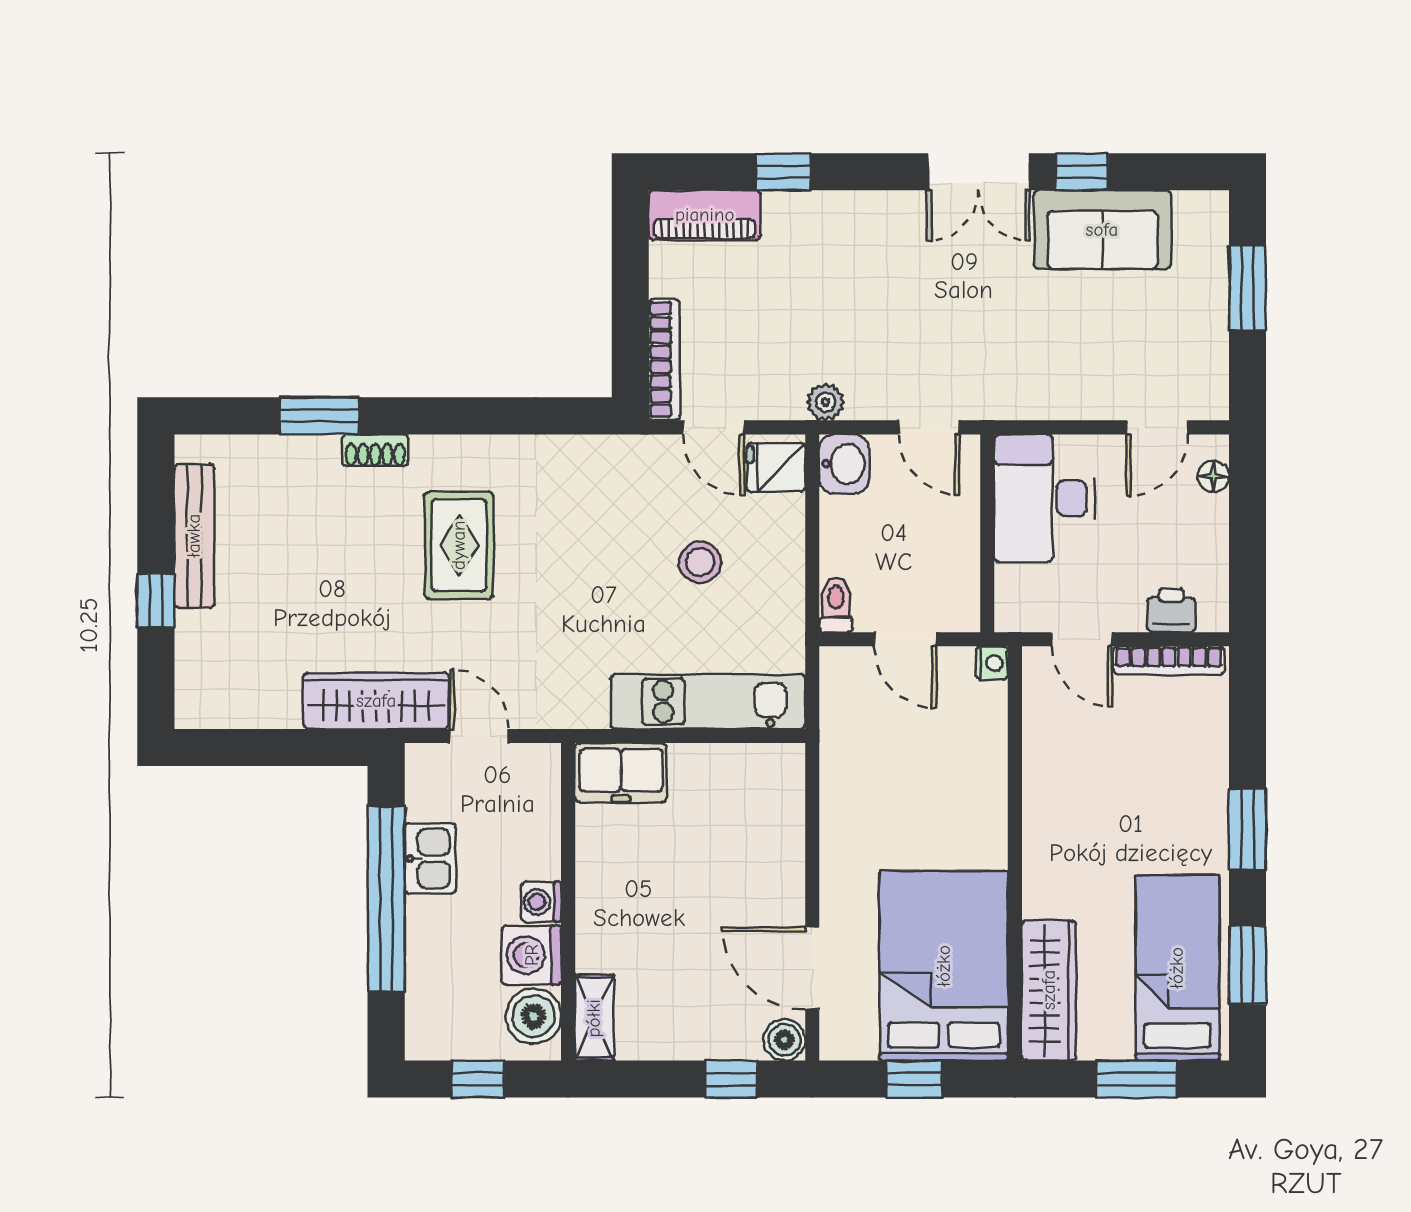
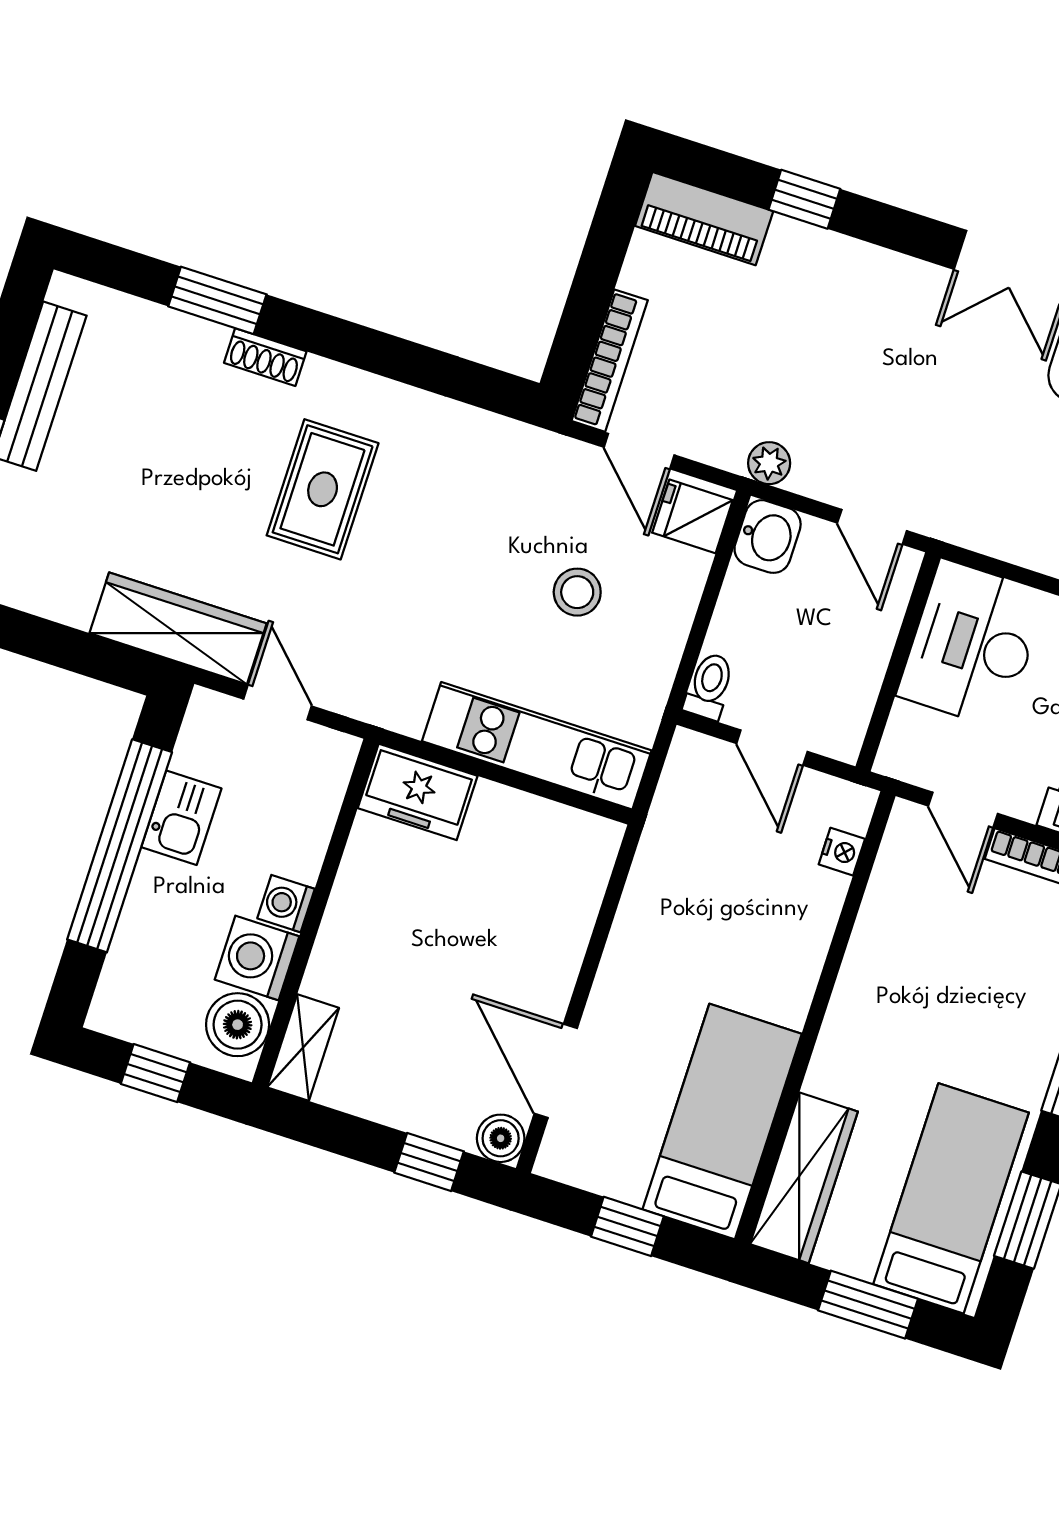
nightstand: (992, 663) -> (842, 852), moved
bed: (944, 966) -> (722, 1122), width x0.67

